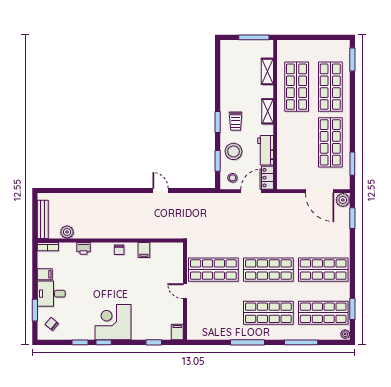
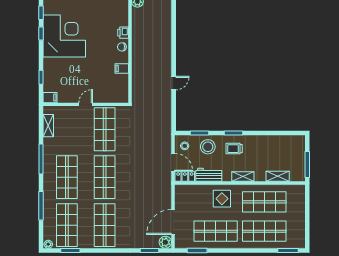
display table: (293, 135) -> (222, 199), added
printer: (84, 248) -> (123, 33), moved
corner desk: (113, 322) -> (64, 36), width x1.36, depth x1.36
shelving: (209, 334) -> (48, 126), added

